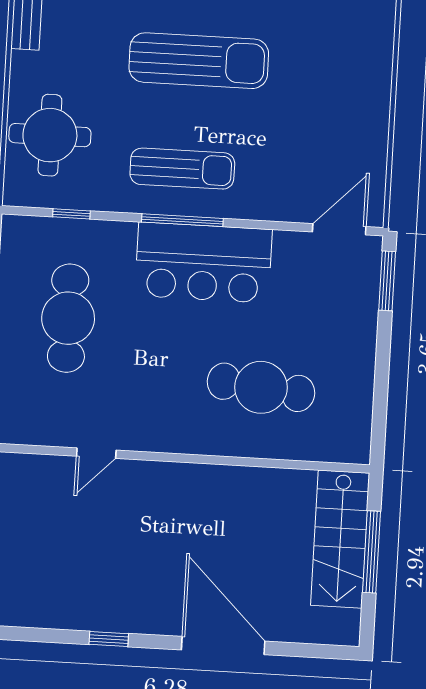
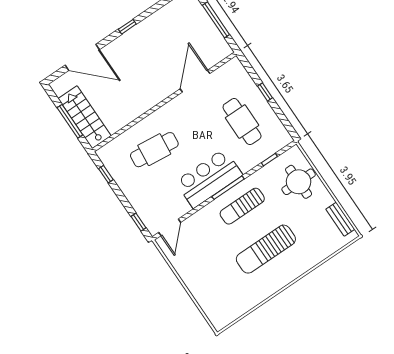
window: (387, 281) -> (138, 222), width x0.67
window: (380, 410) -> (106, 174), added
door: (96, 453) -> (195, 81), width x1.87
window: (109, 639) -> (127, 27), moved
door: (223, 646) -> (82, 57), moved

